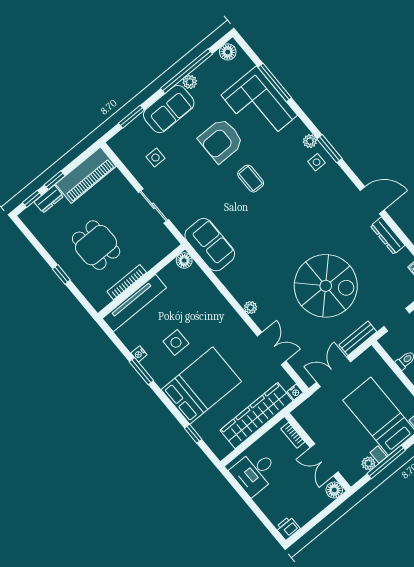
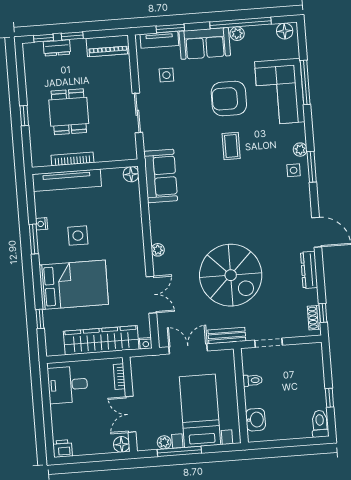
tv unit: (129, 132) -> (159, 40), added
piano: (86, 175) -> (108, 46), width x0.73, depth x0.75

